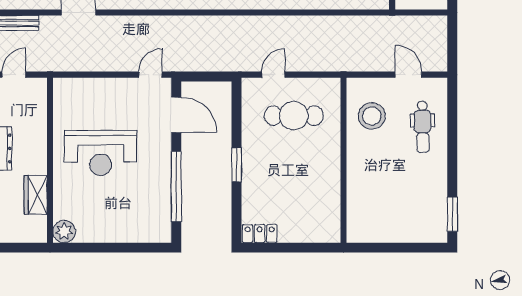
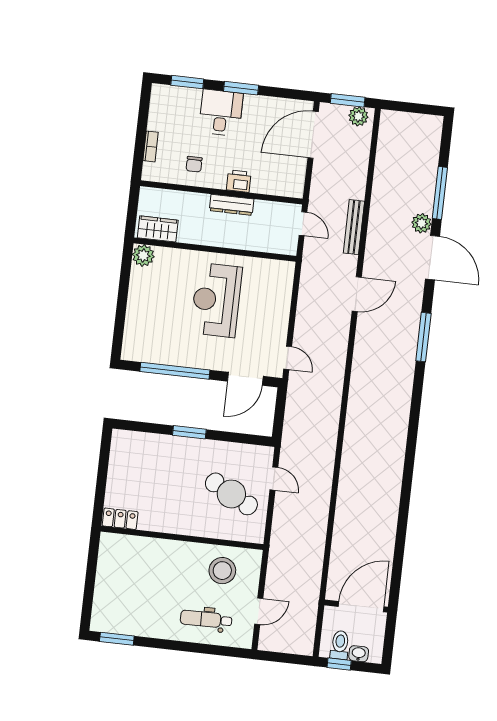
cafe table: (294, 116) -> (231, 494), turned -62
wardrobe: (36, 195) -> (158, 229), moved
locker: (260, 234) -> (120, 519), moved, turned -90

